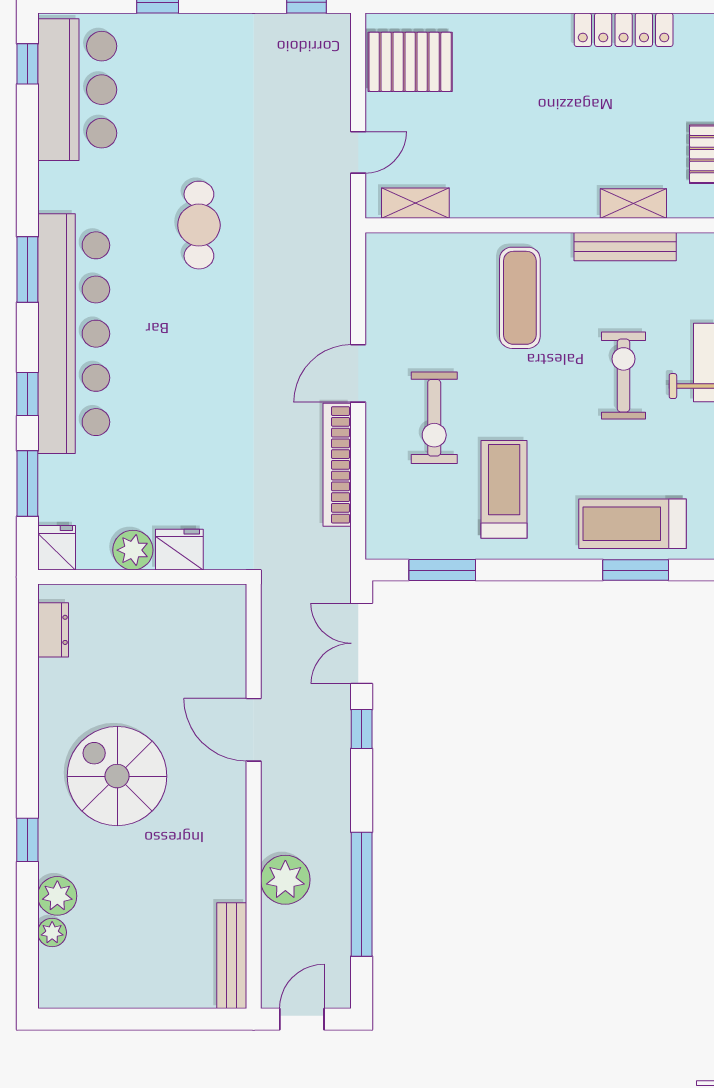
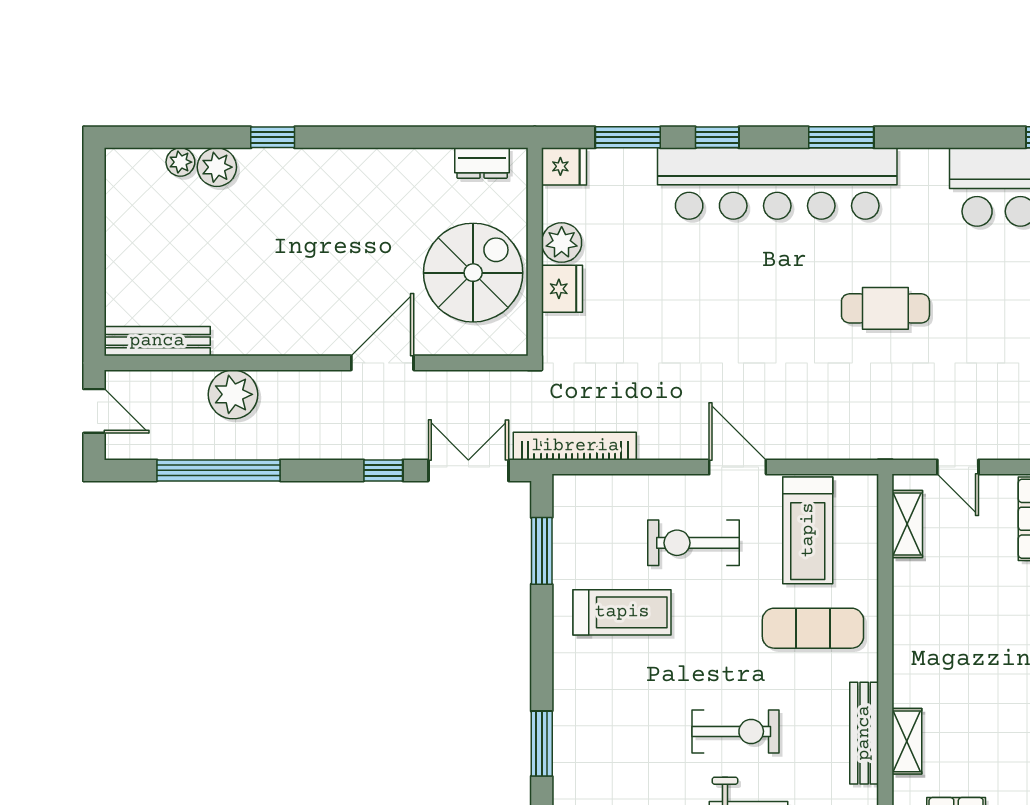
bookcase: (337, 465) -> (575, 446), moved
treadmill: (632, 524) -> (808, 530), moved, turned 180
spiral stairs: (117, 776) -> (473, 273), moved

